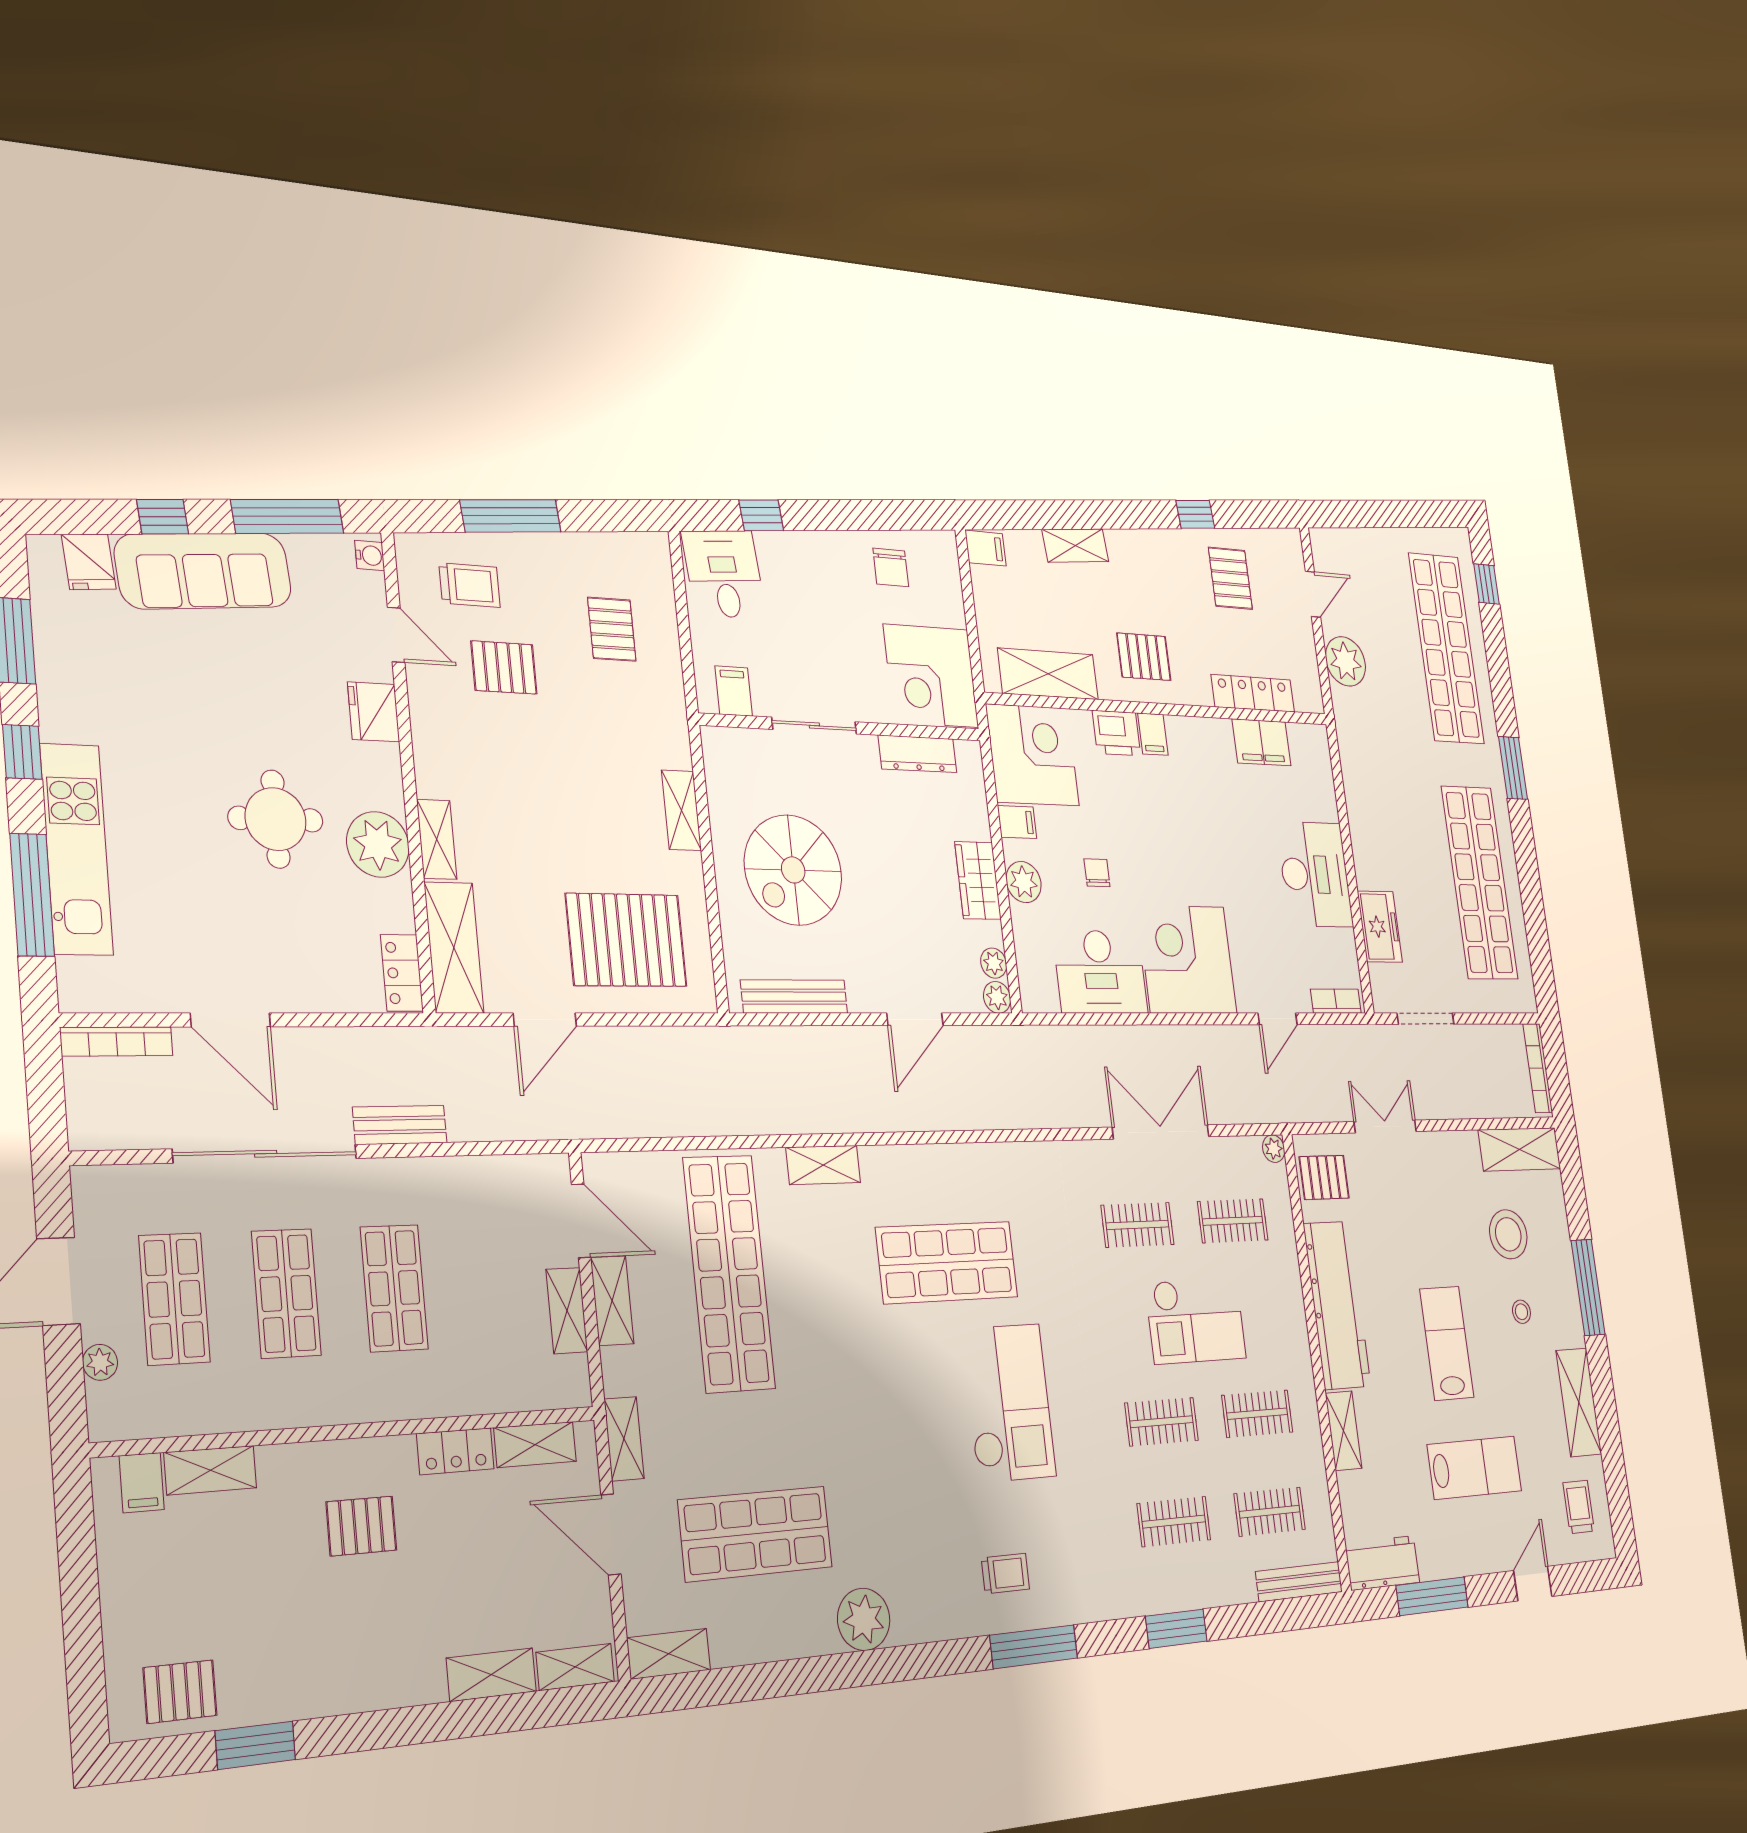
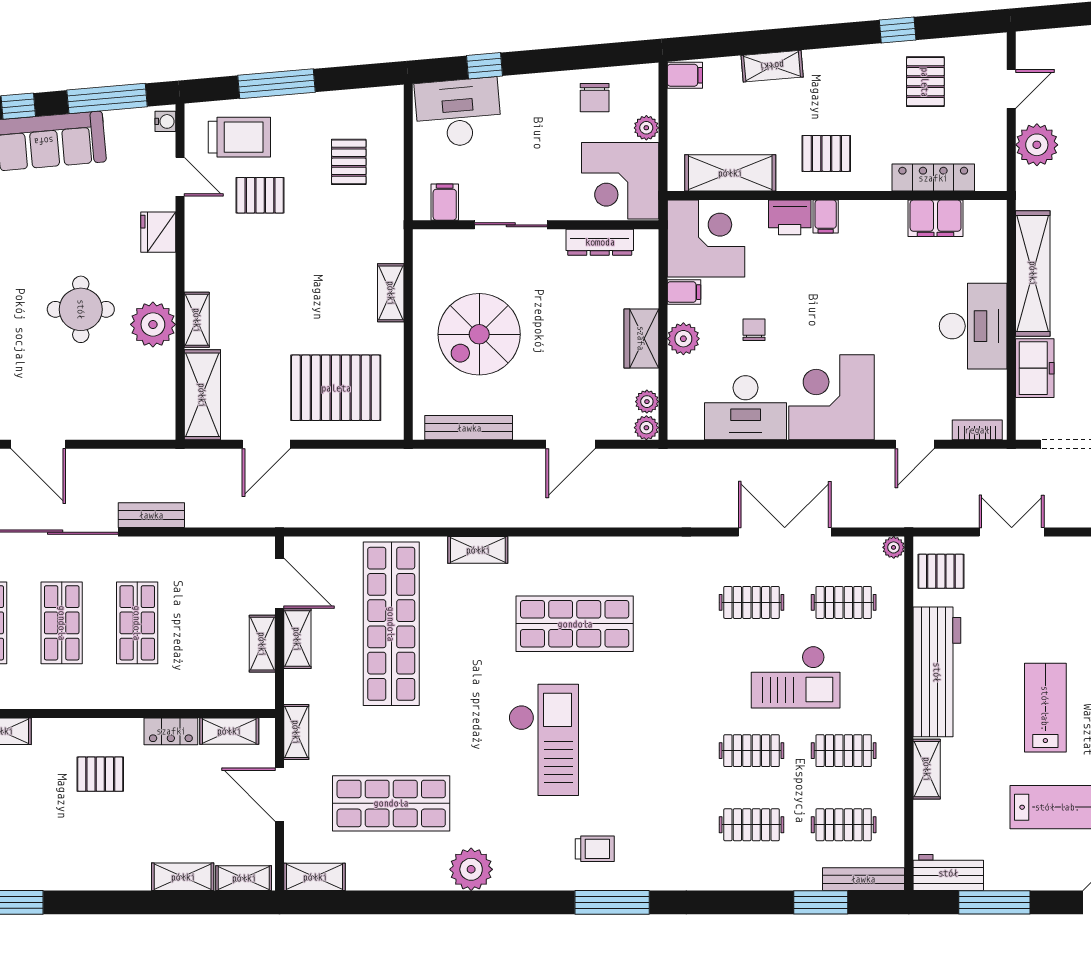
desk: (724, 574) -> (458, 113), width x1.37
trolley: (470, 585) -> (239, 137), width x1.36, depth x1.39
plant: (952, 610) -> (646, 128), added
shelving: (1363, 813) -> (1033, 273), added
locker: (402, 973) -> (162, 412), removed
checkout: (1009, 1403) -> (544, 740), moved
window: (1176, 1629) -> (821, 902), moved

